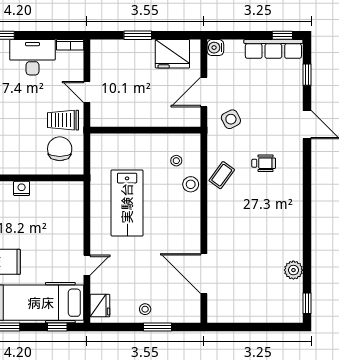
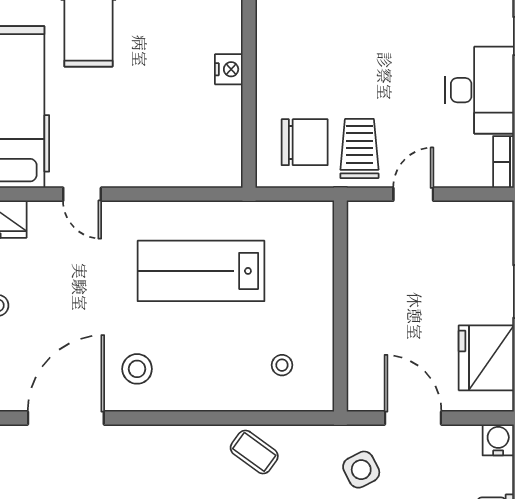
stool: (191, 184) -> (137, 369), moved

